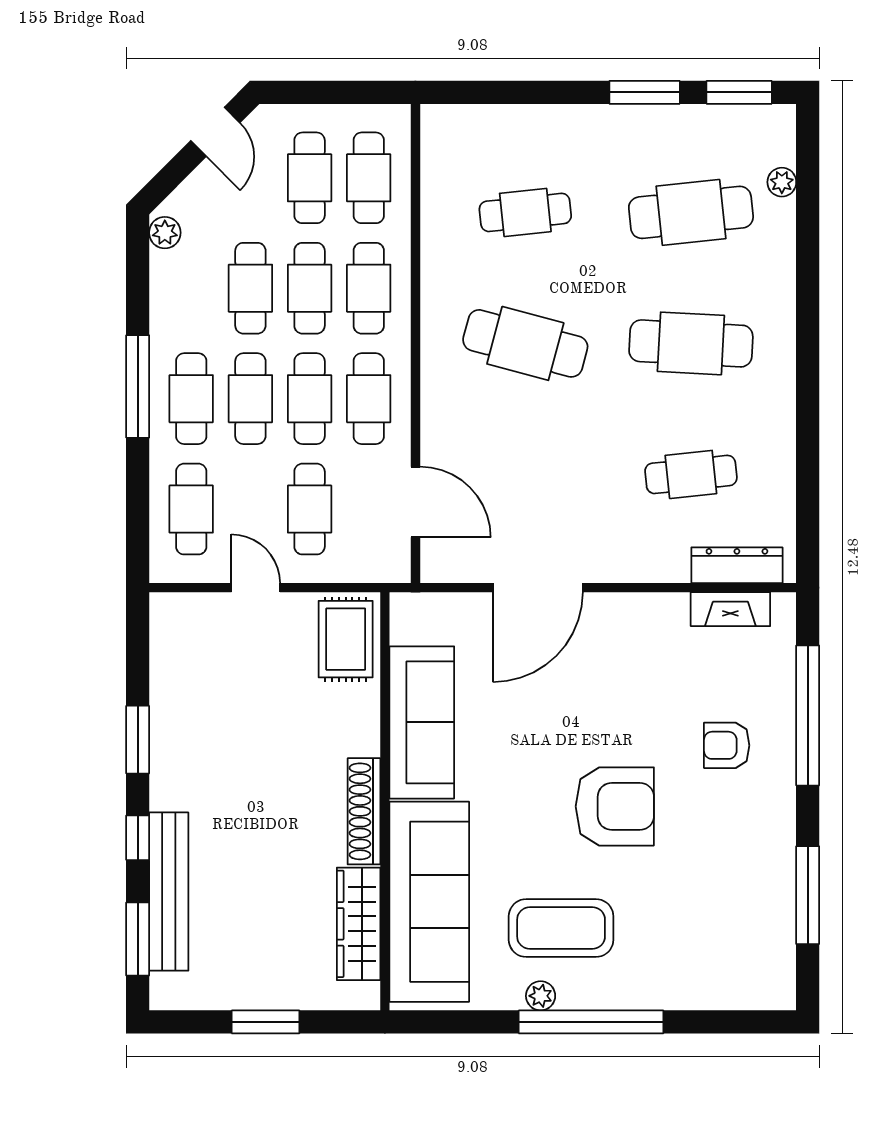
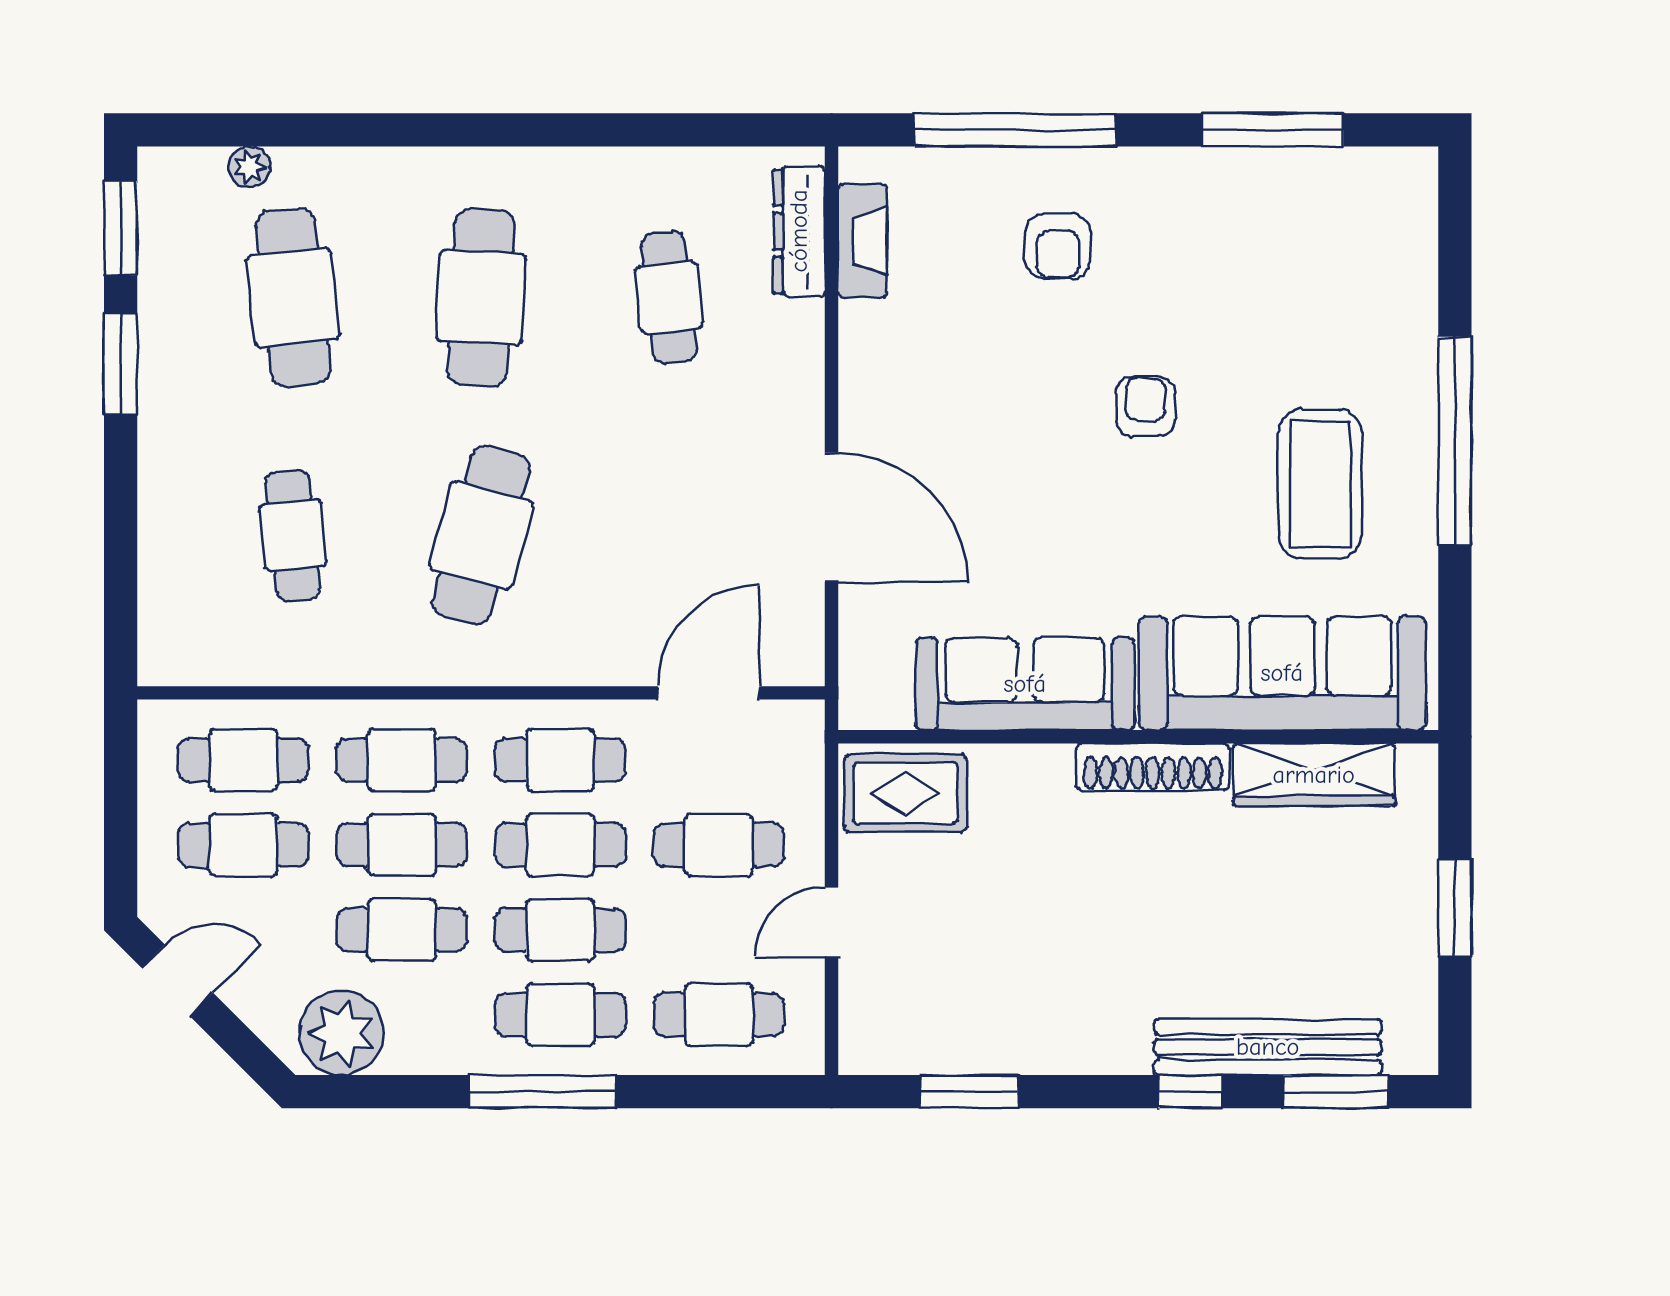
plant: (165, 233) -> (342, 1033), width x1.88, depth x1.88
window: (138, 740) -> (969, 1092), moved
armchair: (615, 806) -> (1146, 407), width x0.53, depth x0.53
plant: (541, 996) -> (1417, 513), removed

